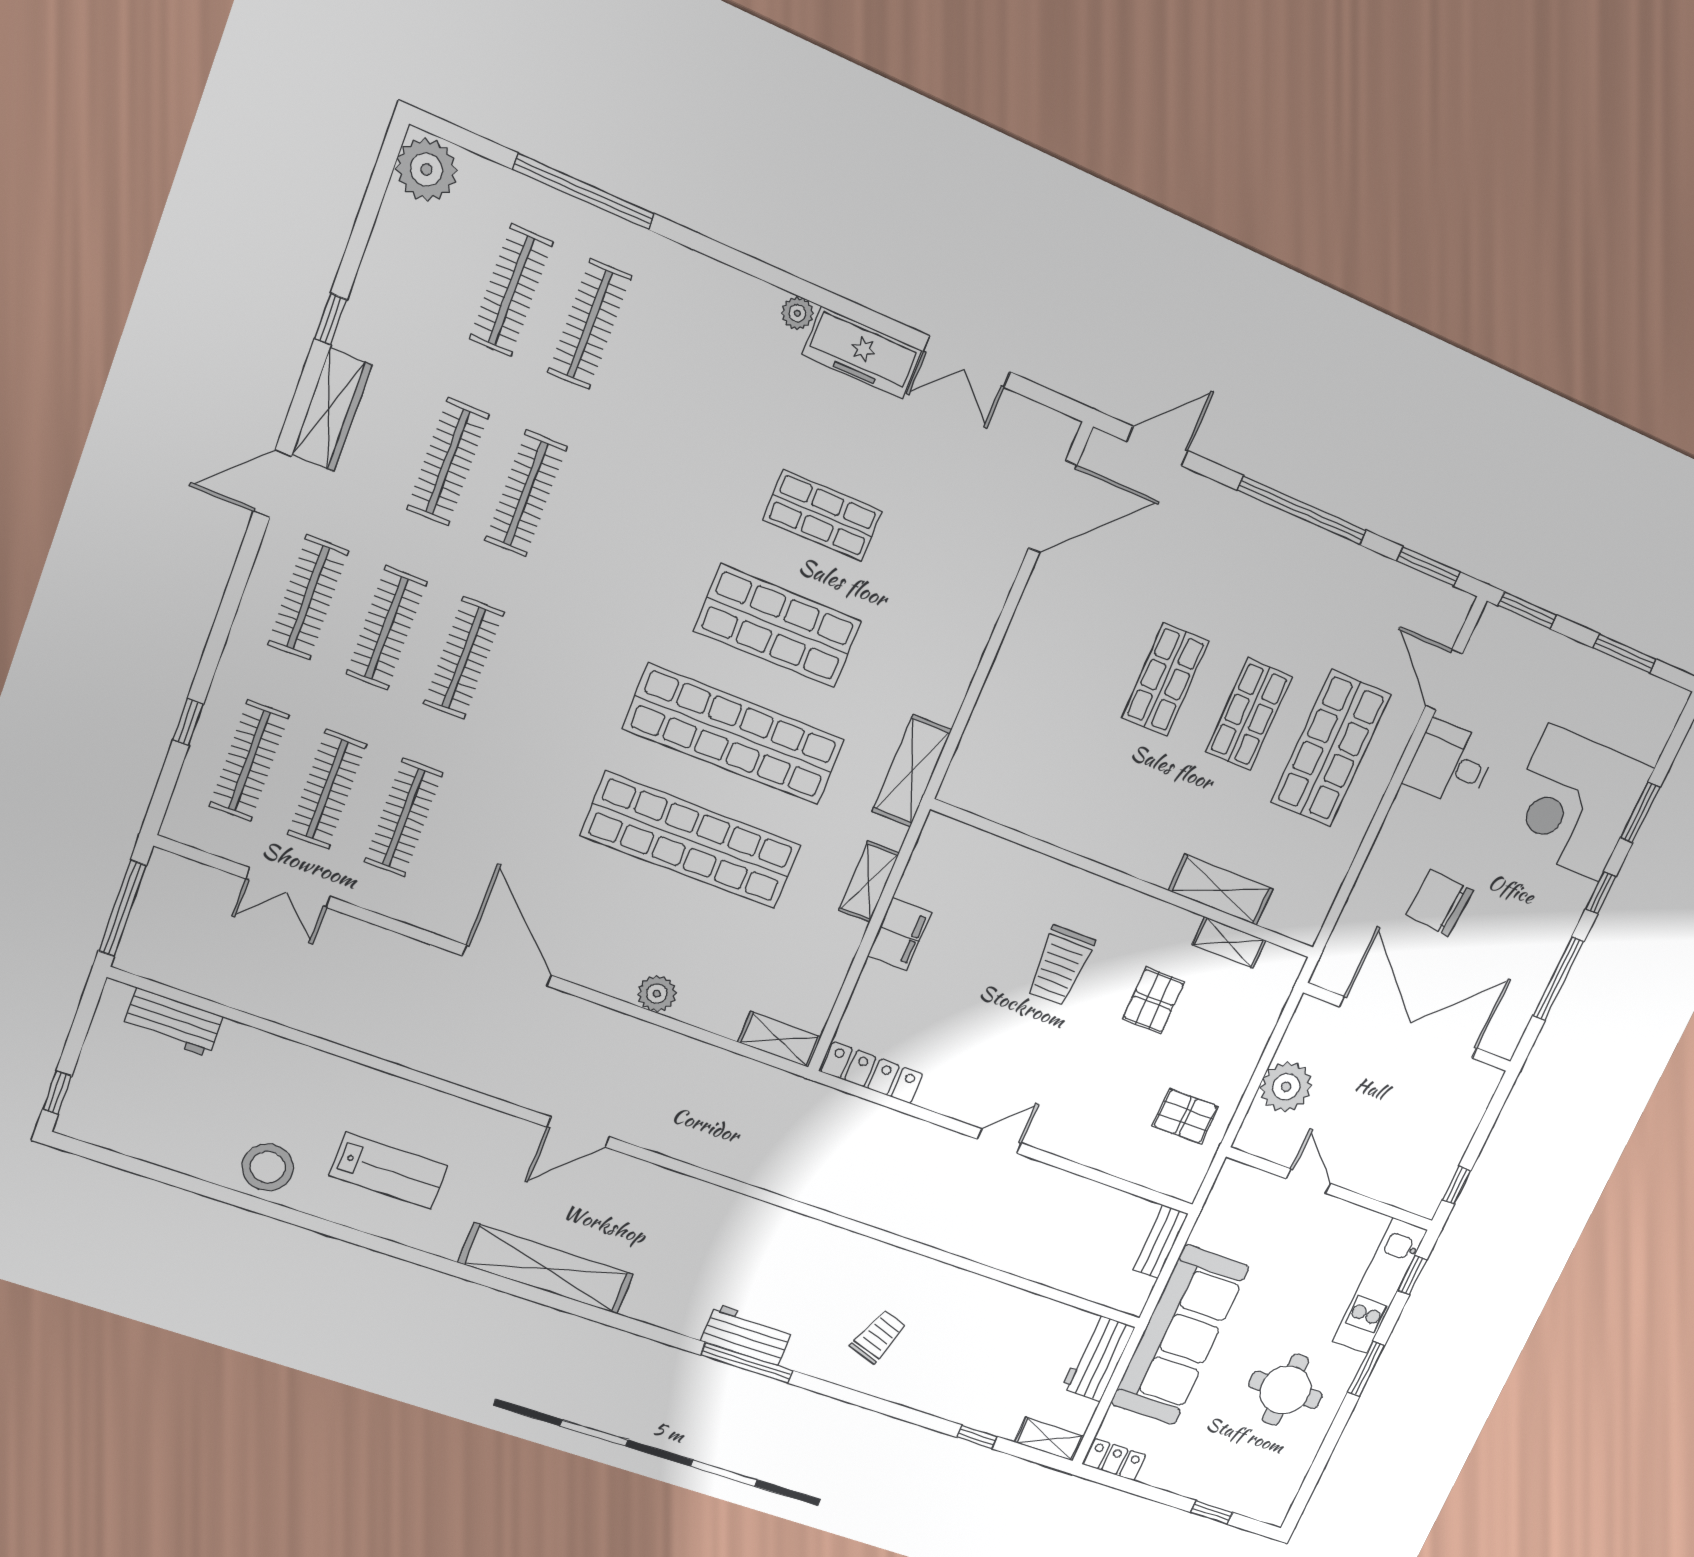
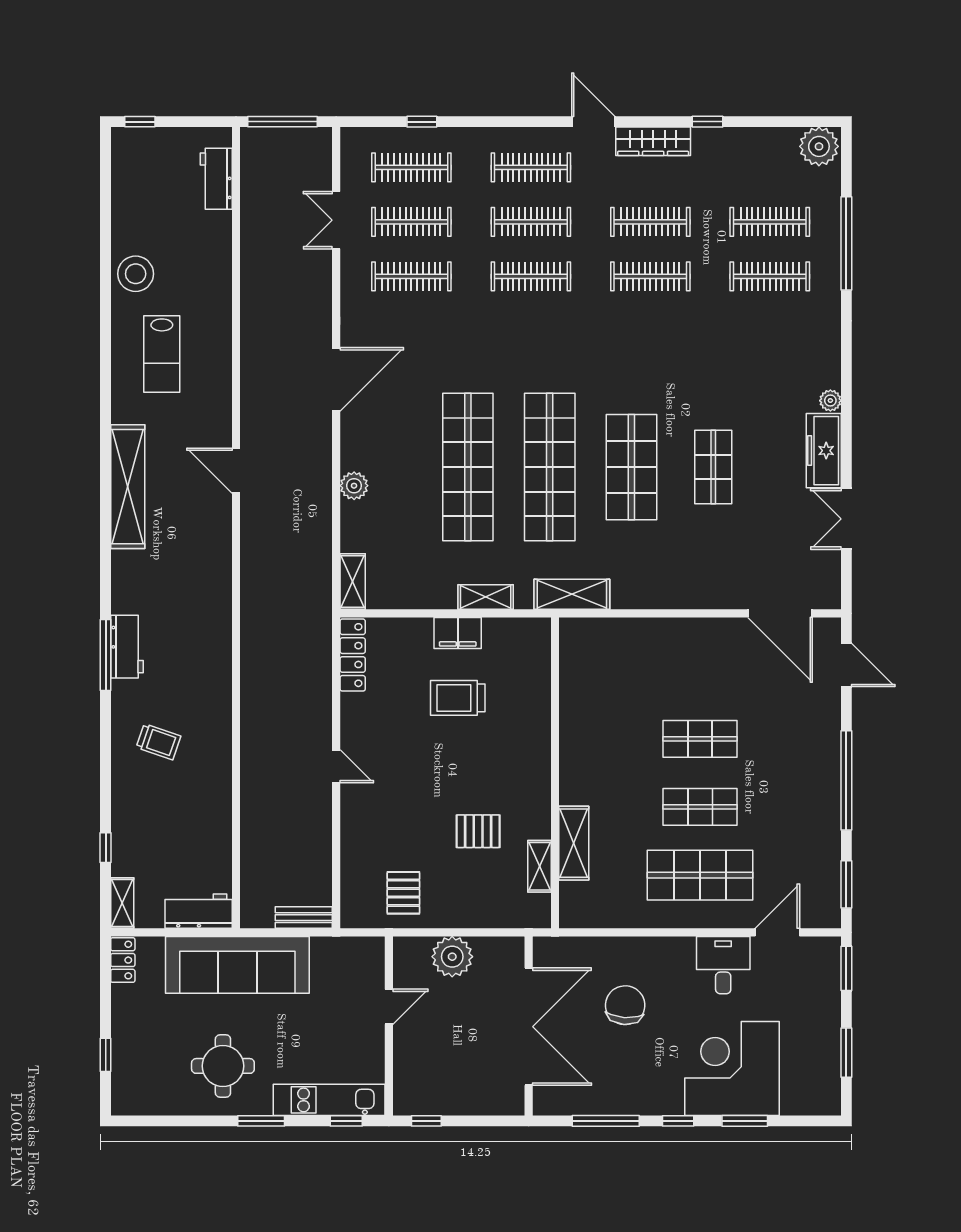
trolley: (1060, 966) -> (458, 698), moved

